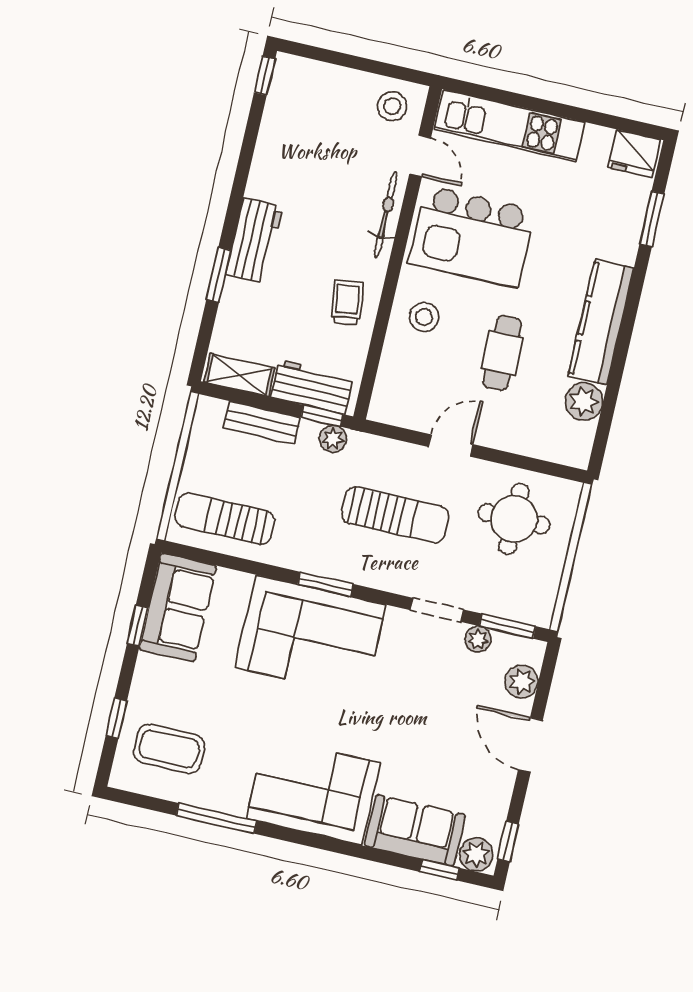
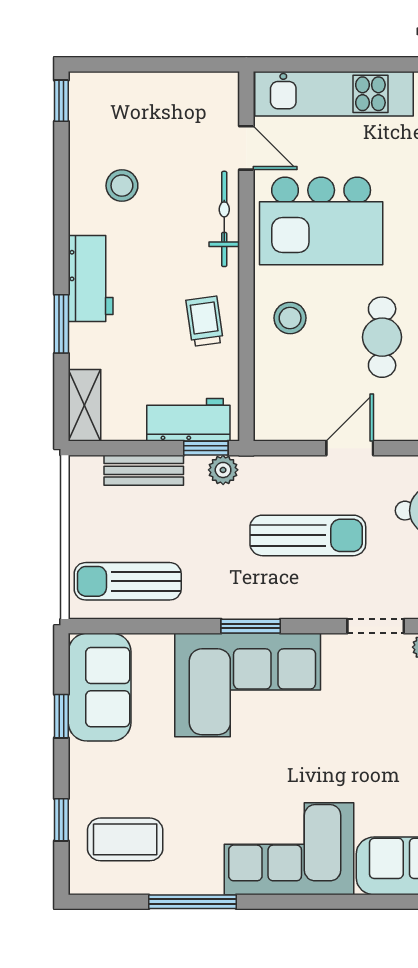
stool: (392, 106) -> (122, 186), moved
shelving: (239, 375) -> (85, 405), moved, turned 90

